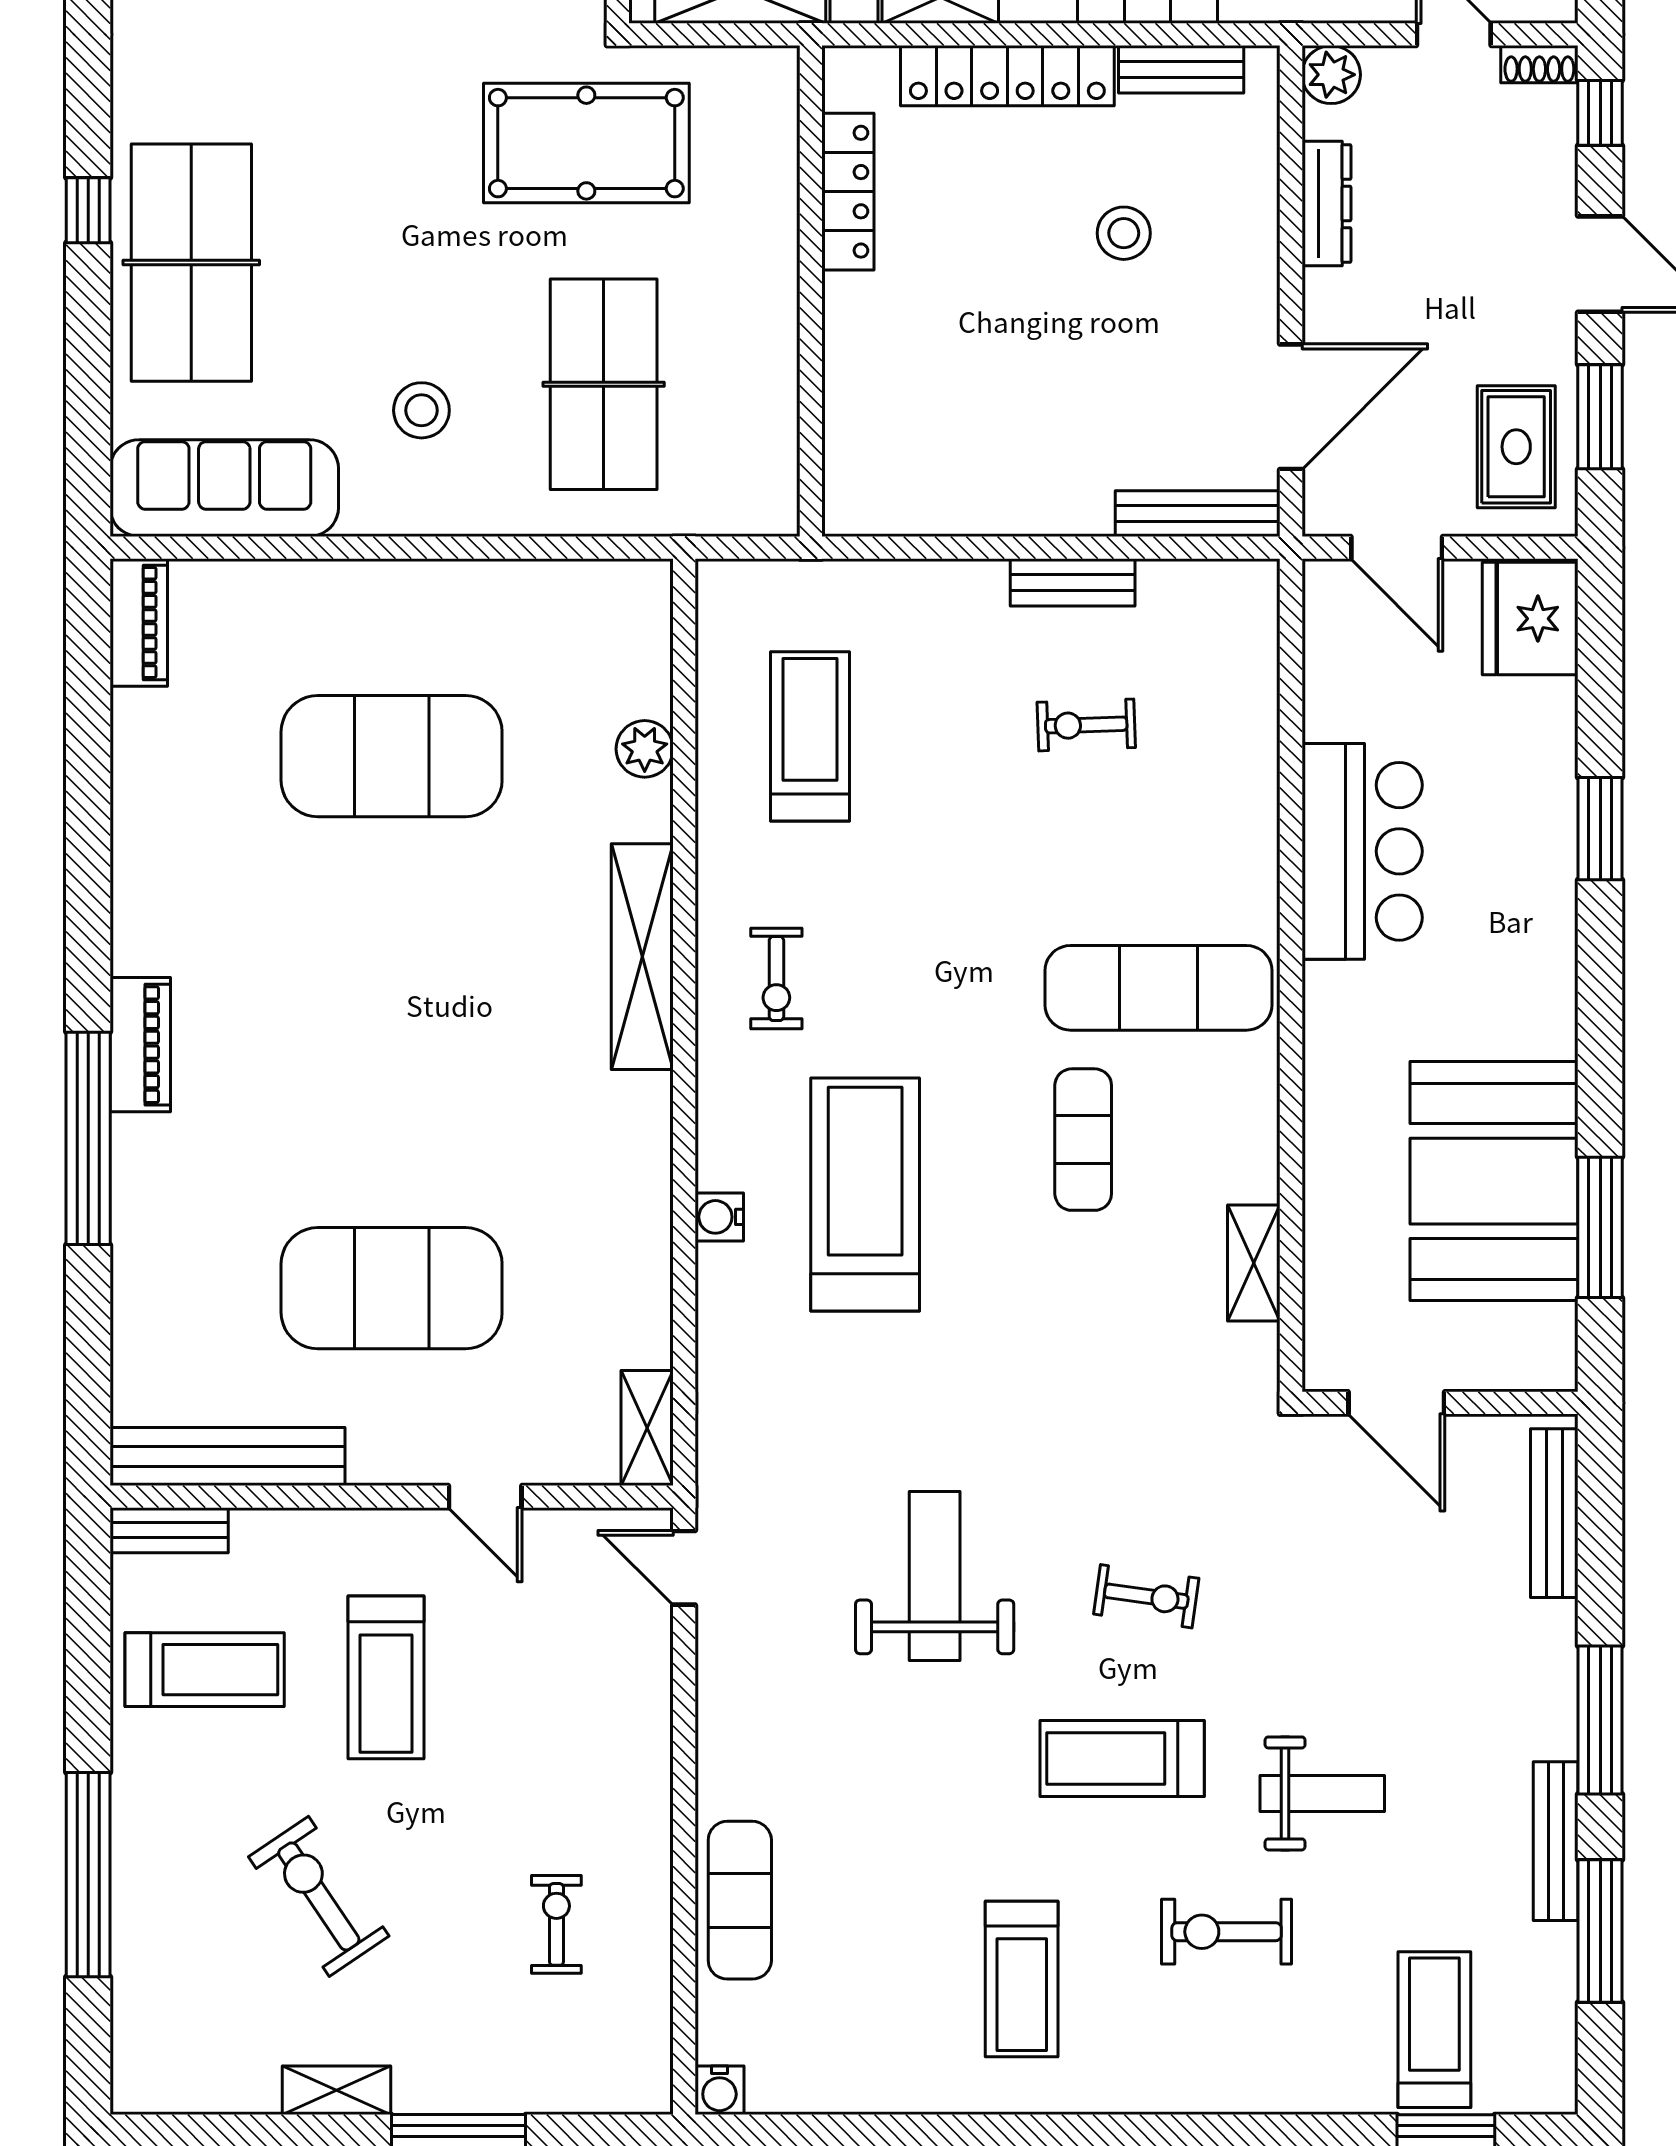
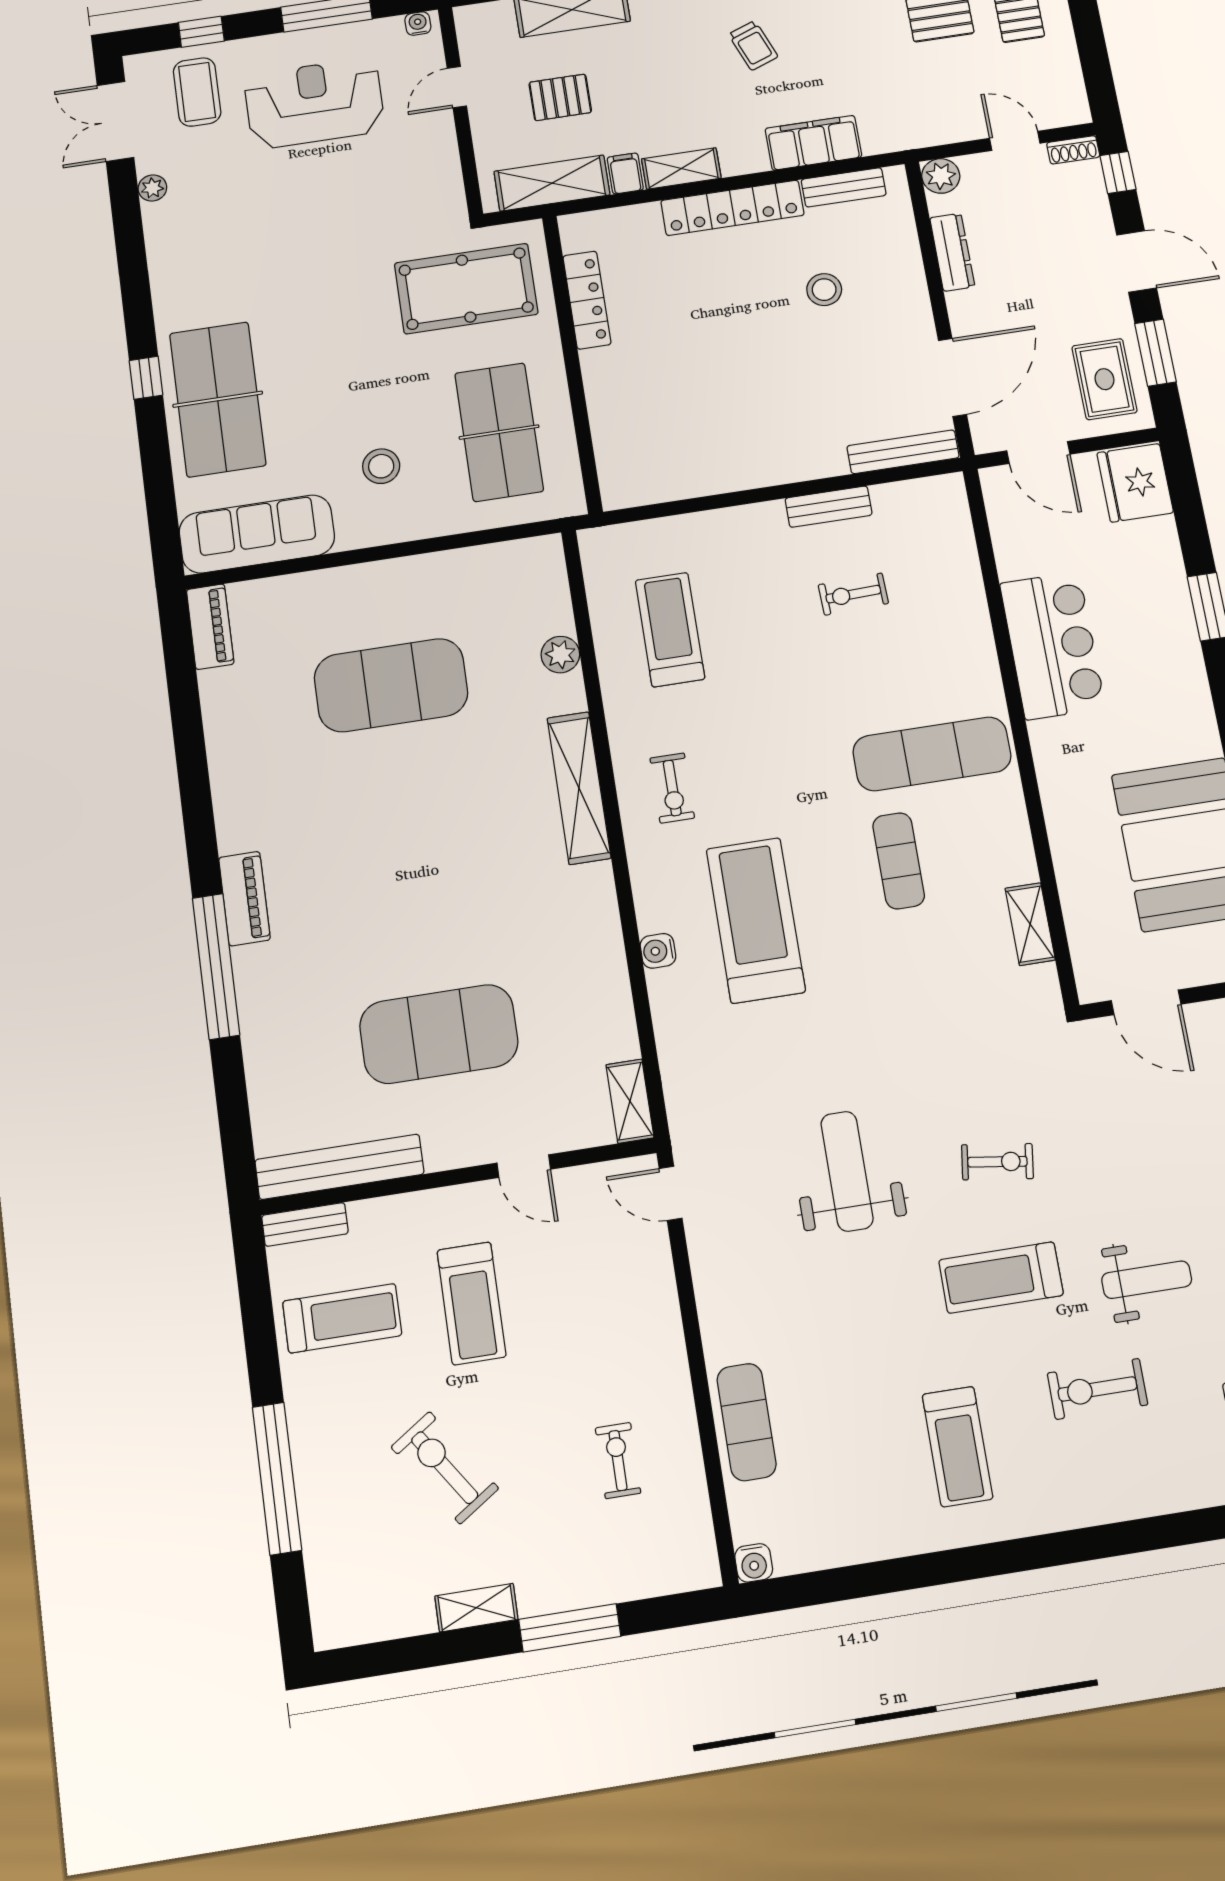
locker: (848, 192) -> (587, 300), moved
wall: (811, 291) -> (572, 363), moved

